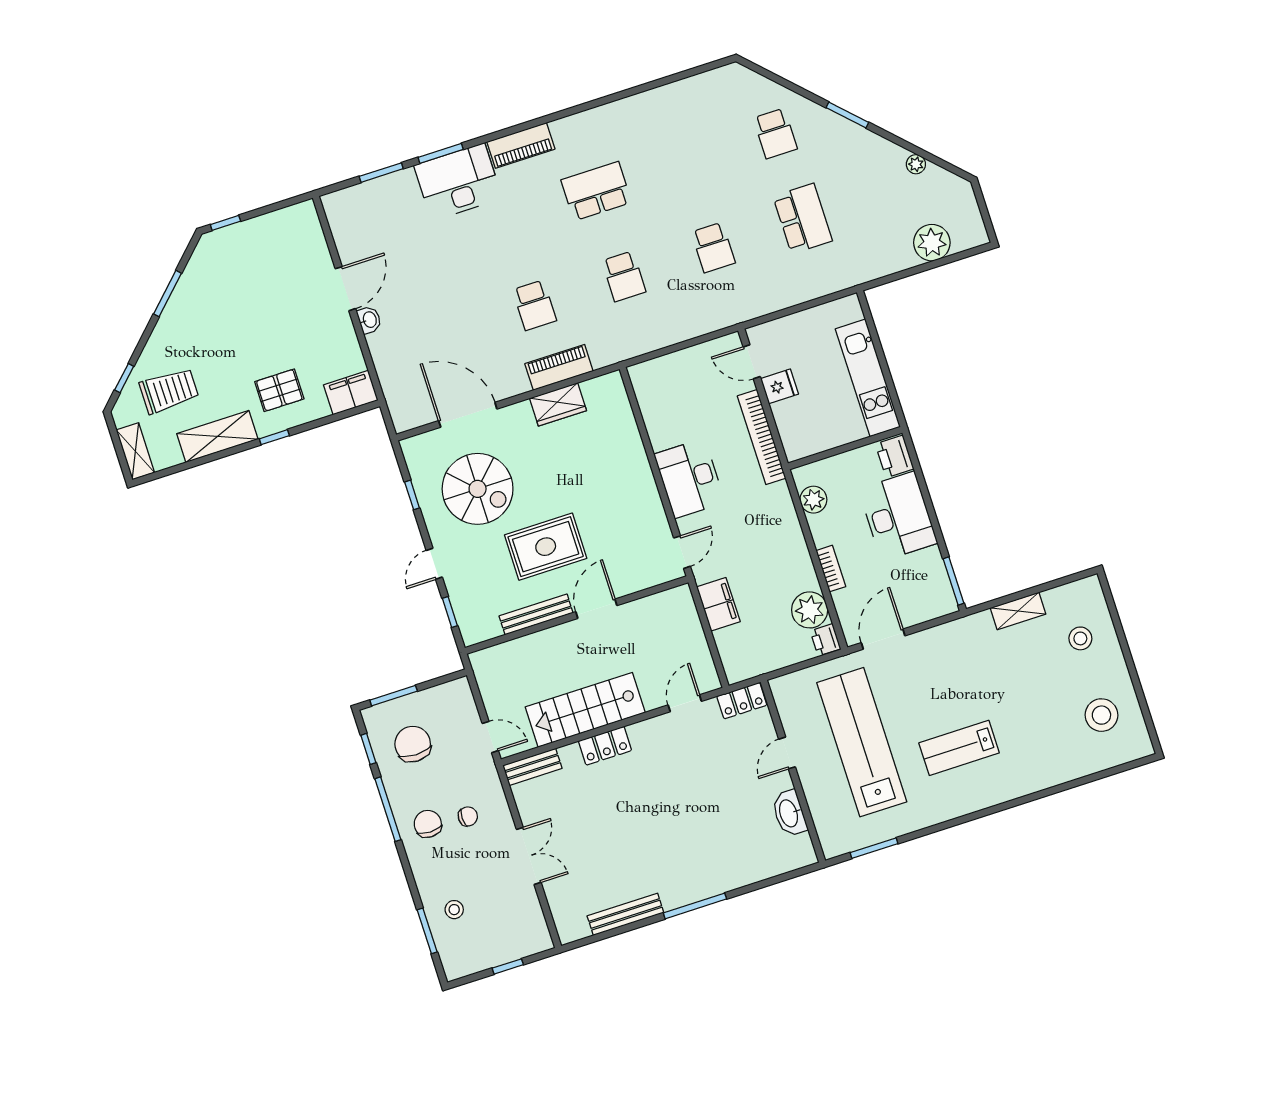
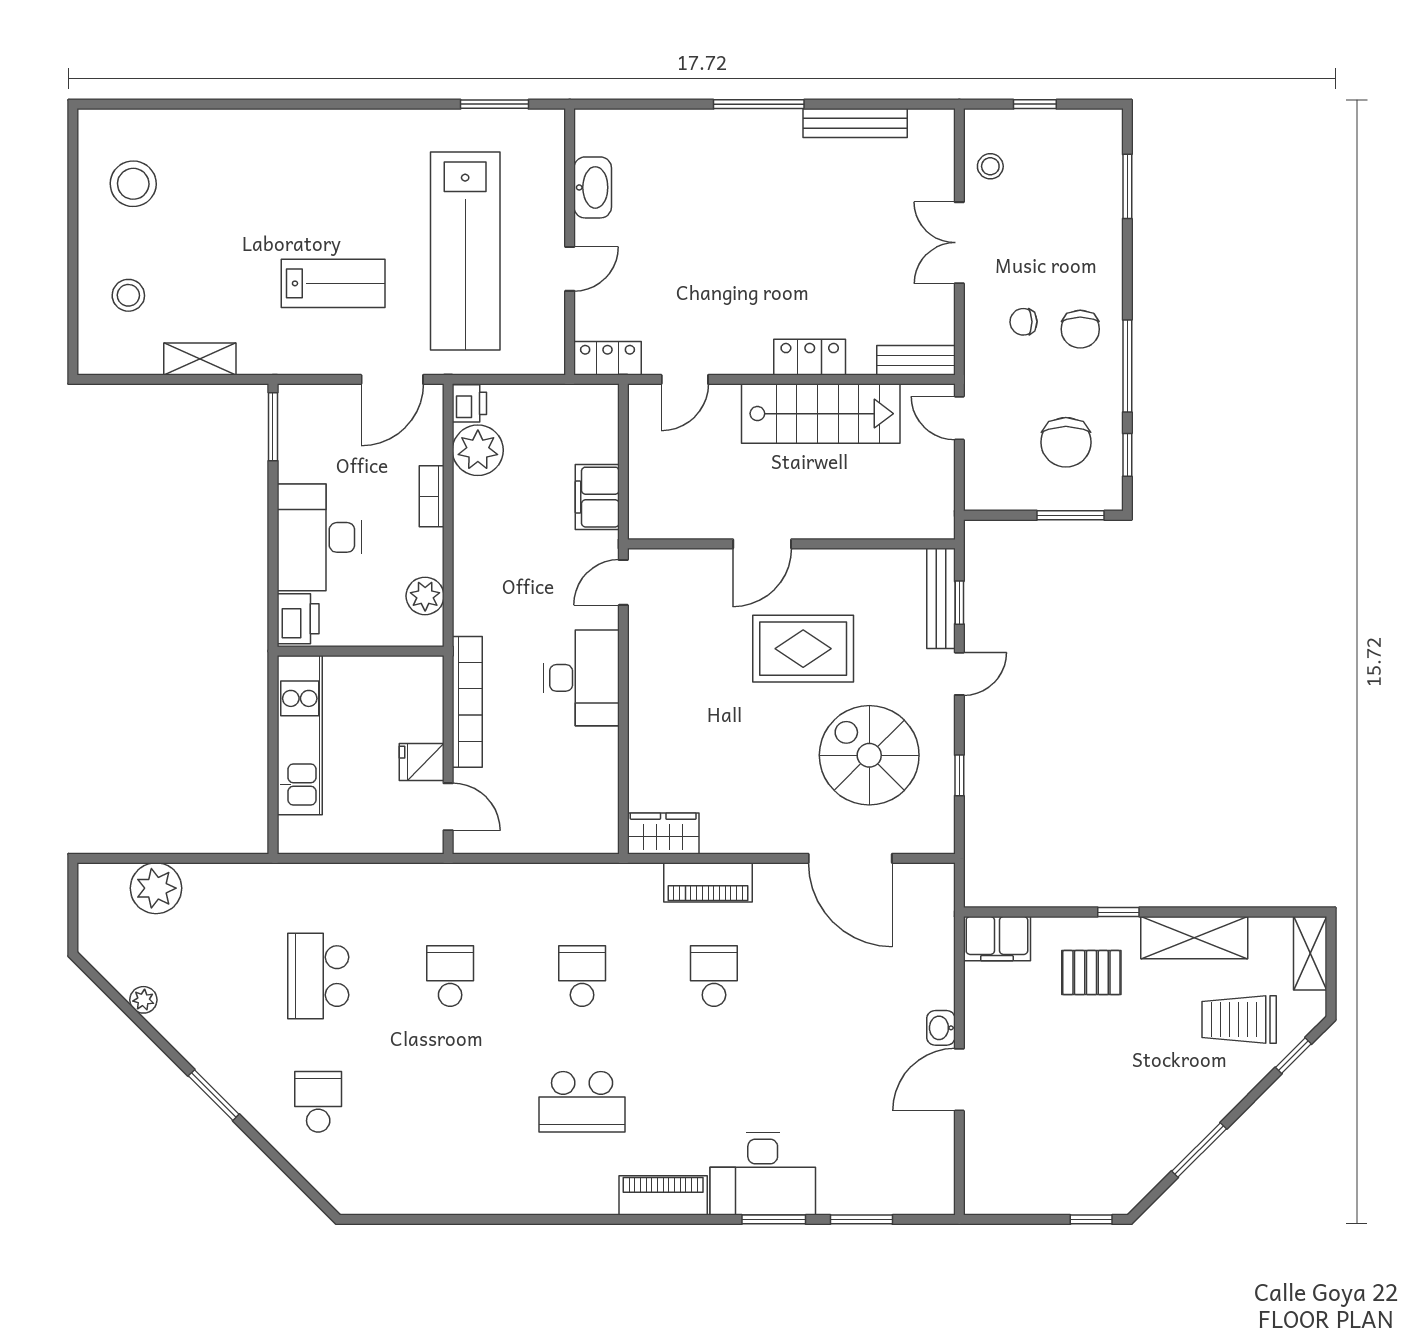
wardrobe: (558, 404) -> (663, 833), moved
bench: (536, 614) -> (941, 598), moved, turned 90
lab bench: (959, 748) -> (333, 283), moved
stool: (454, 910) -> (990, 166), moved

